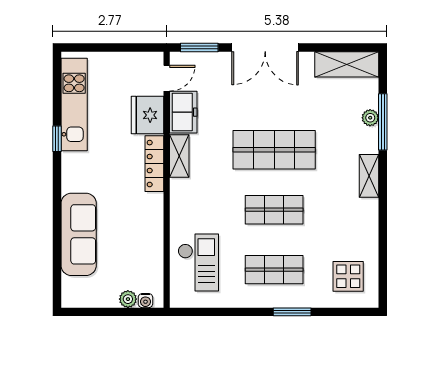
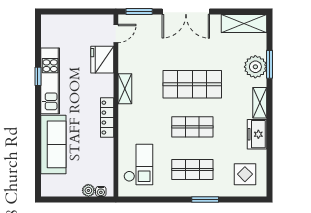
kitchen unit: (74, 105) -> (50, 81), moved
freezer: (183, 112) -> (257, 134), moved, turned 180
plant: (370, 118) -> (255, 67), width x1.88, depth x1.88
window: (383, 122) -> (270, 64), width x0.69
locker: (154, 164) -> (107, 118), moved

